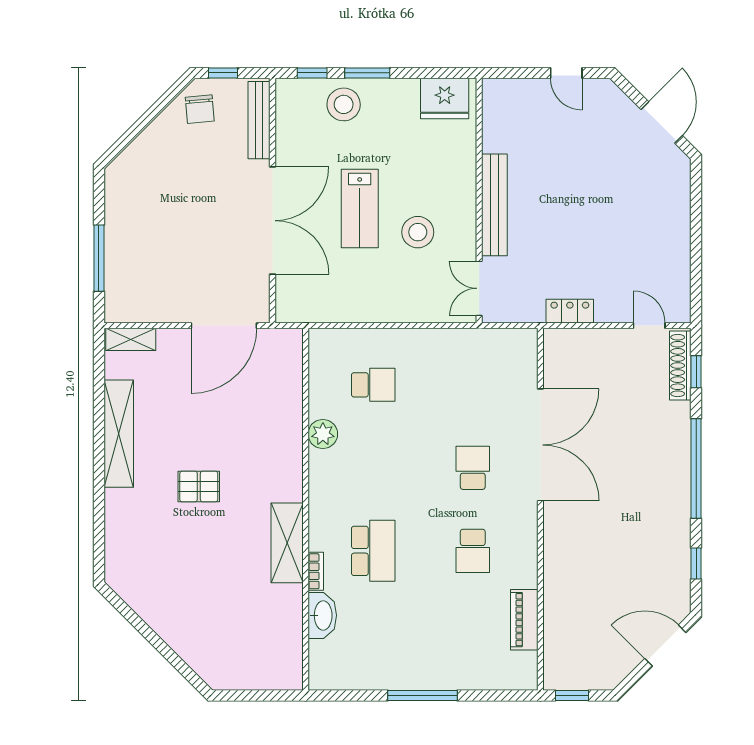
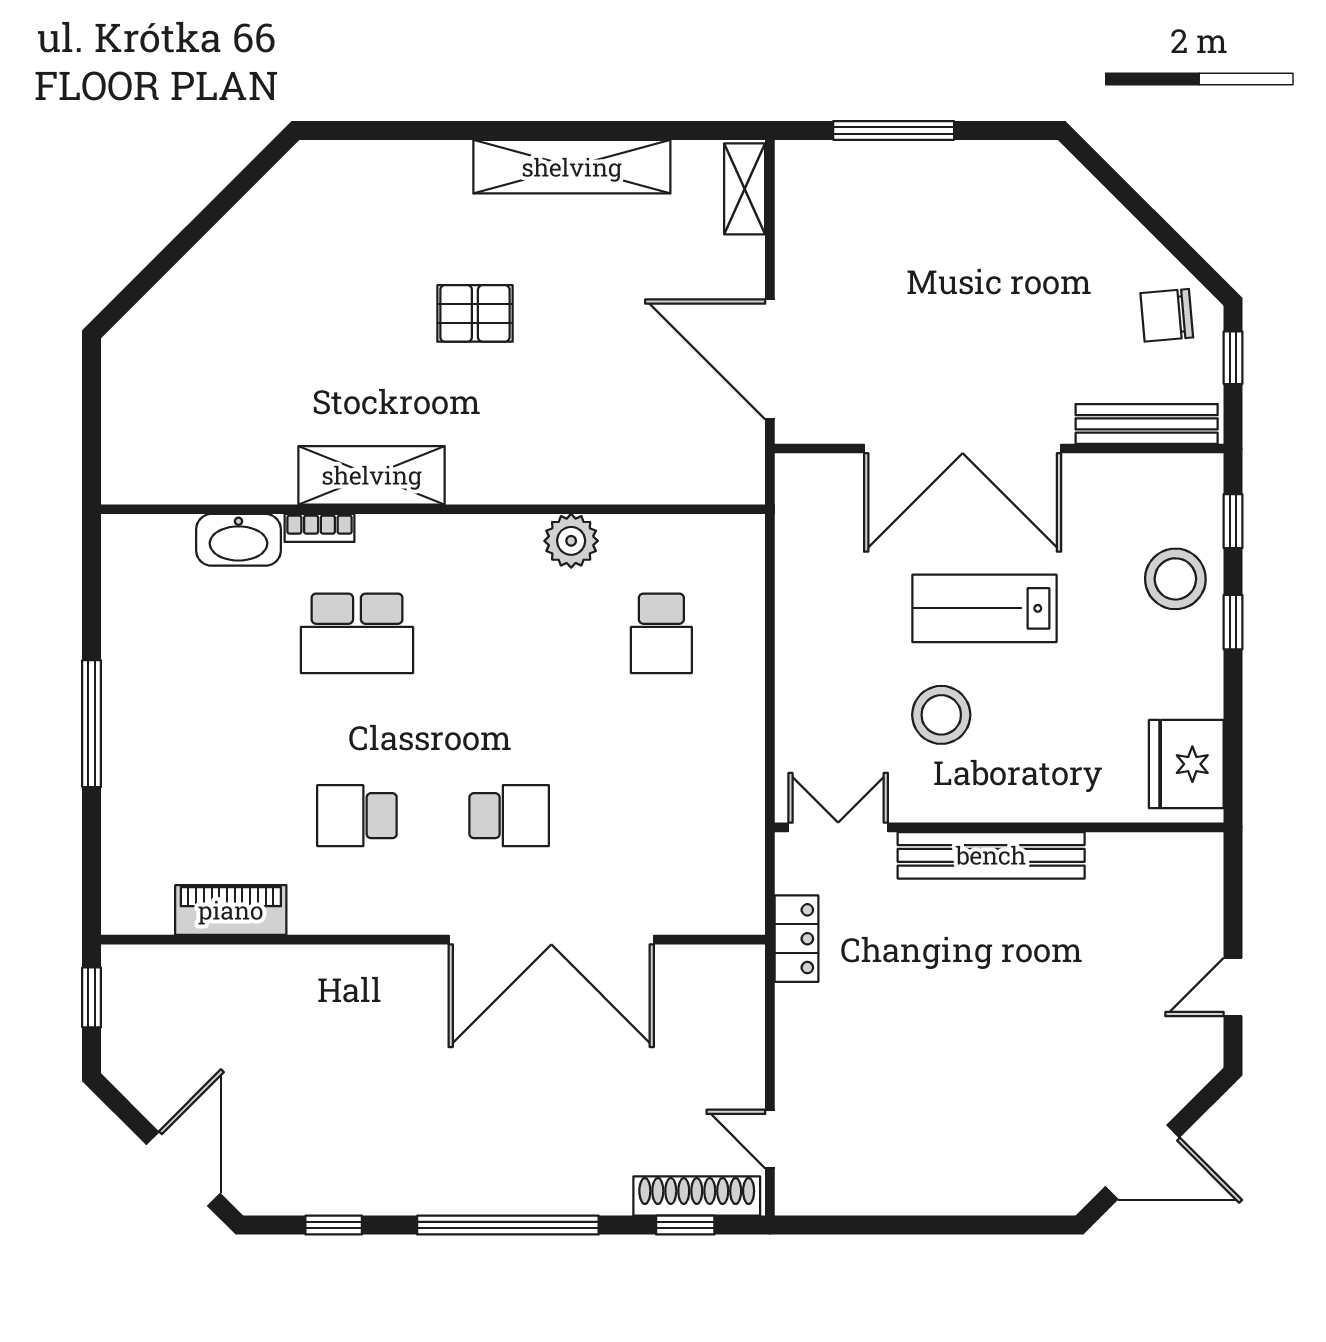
window: (367, 73) -> (1233, 622), width x0.67
locker: (570, 311) -> (796, 939), moved
door: (649, 326) -> (770, 1139), swing flipped
pallet: (199, 486) -> (475, 313), turned 90

